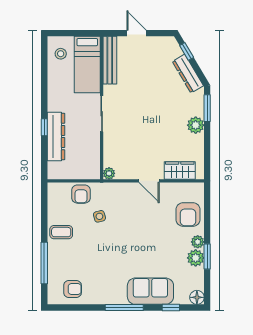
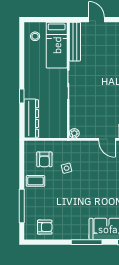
dresser: (56, 136) -> (31, 118), moved
armchair: (81, 194) -> (44, 159), moved

